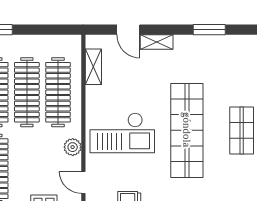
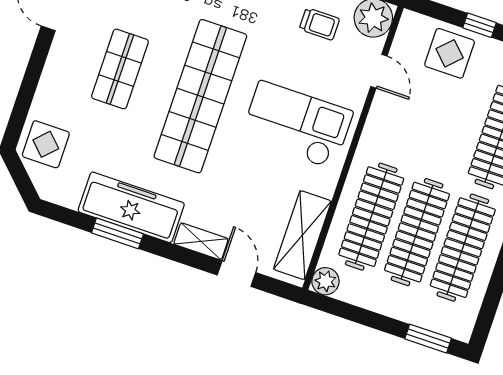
freezer: (206, 48) -> (131, 207), added
shelving: (93, 67) -> (302, 235), width x1.50, depth x1.33
plant: (73, 147) -> (325, 281), moved

